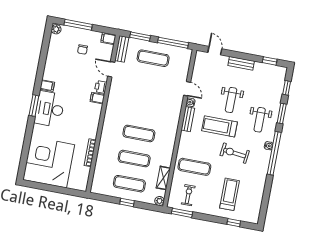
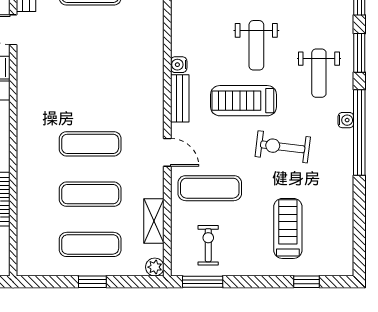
door: (187, 89) -> (167, 152), moved

